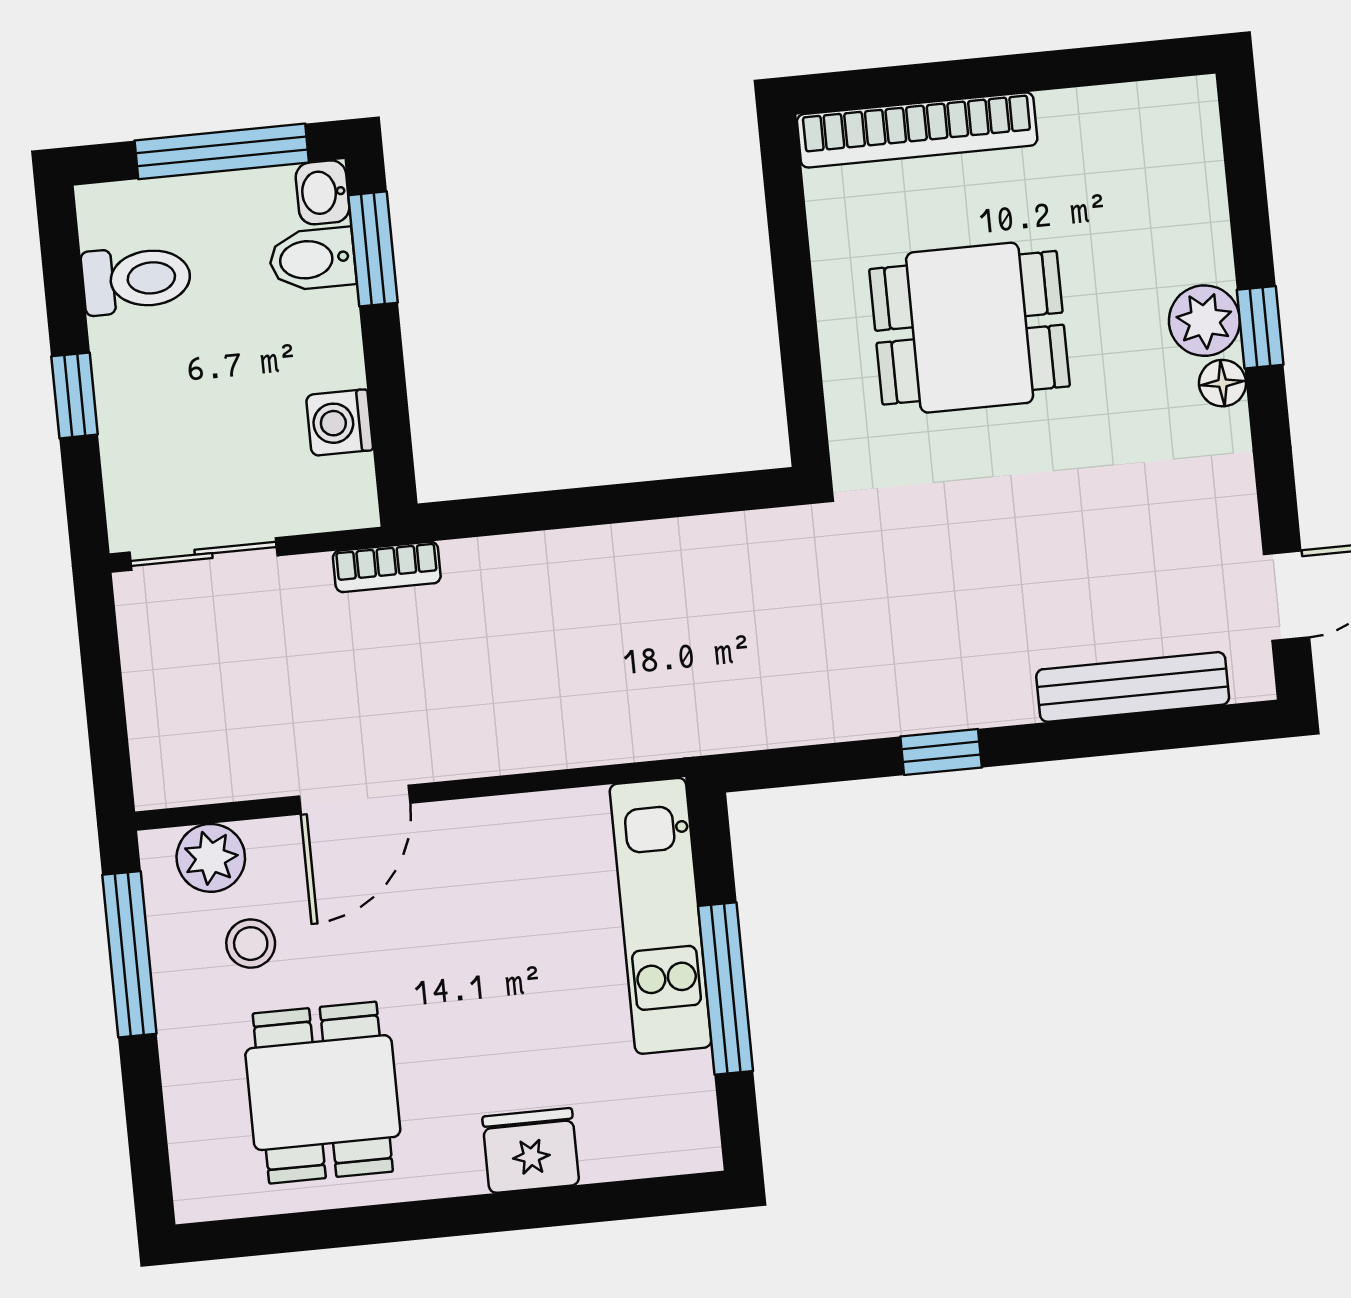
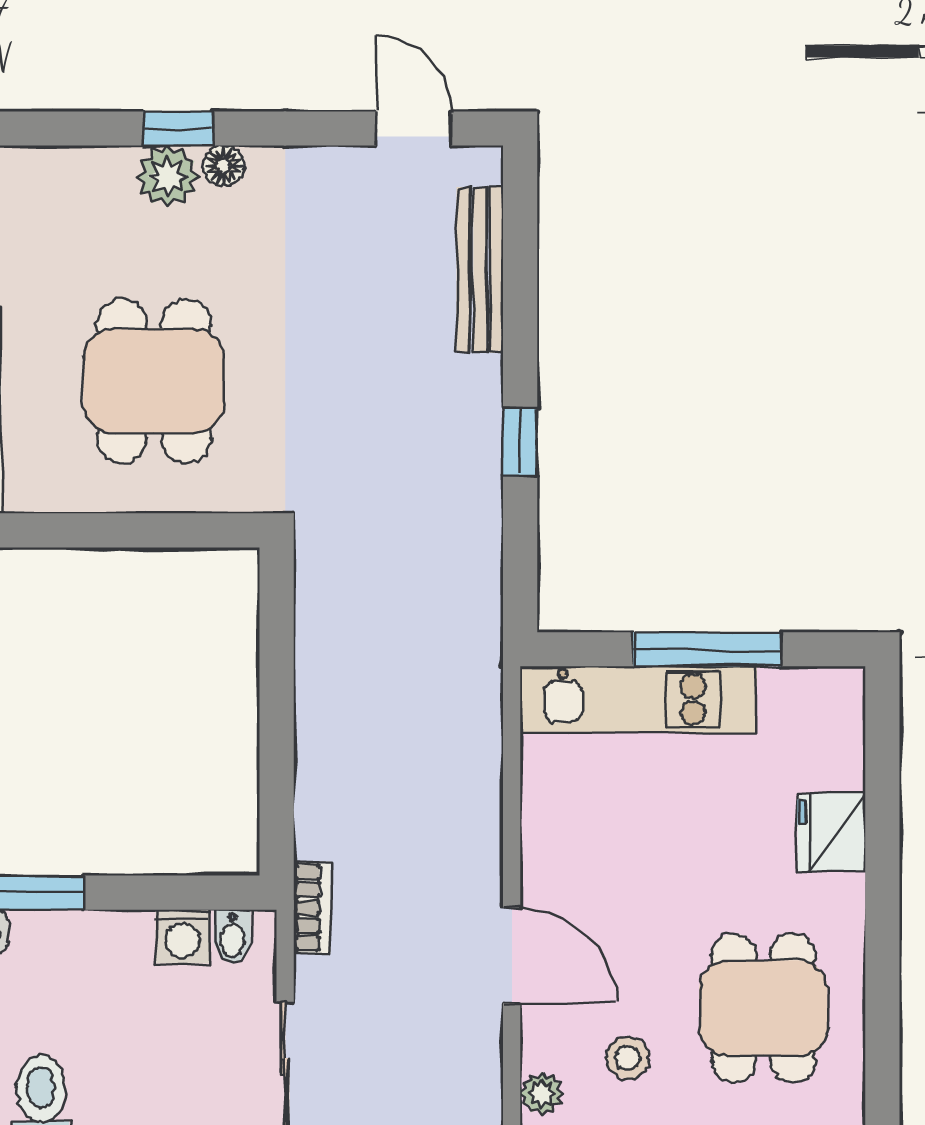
bidet: (312, 259) -> (232, 937), moved, width x0.72, depth x0.74
plant: (211, 858) -> (542, 1094), width x0.73, depth x0.73
dining table: (323, 1093) -> (763, 1008), turned 90

